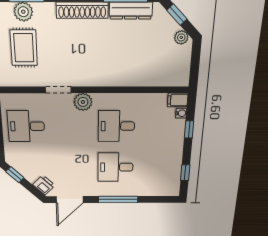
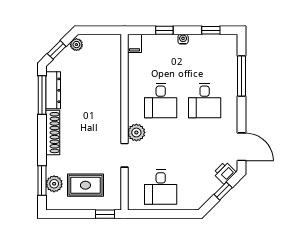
water cooler: (181, 113) -> (183, 39), moved
window: (15, 175) -> (223, 191), moved
window: (118, 199) -> (242, 76), moved

